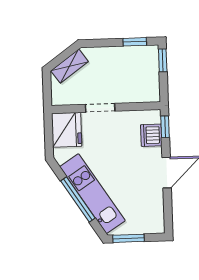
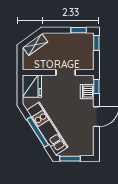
doorway: (100, 108) -> (66, 73), moved

